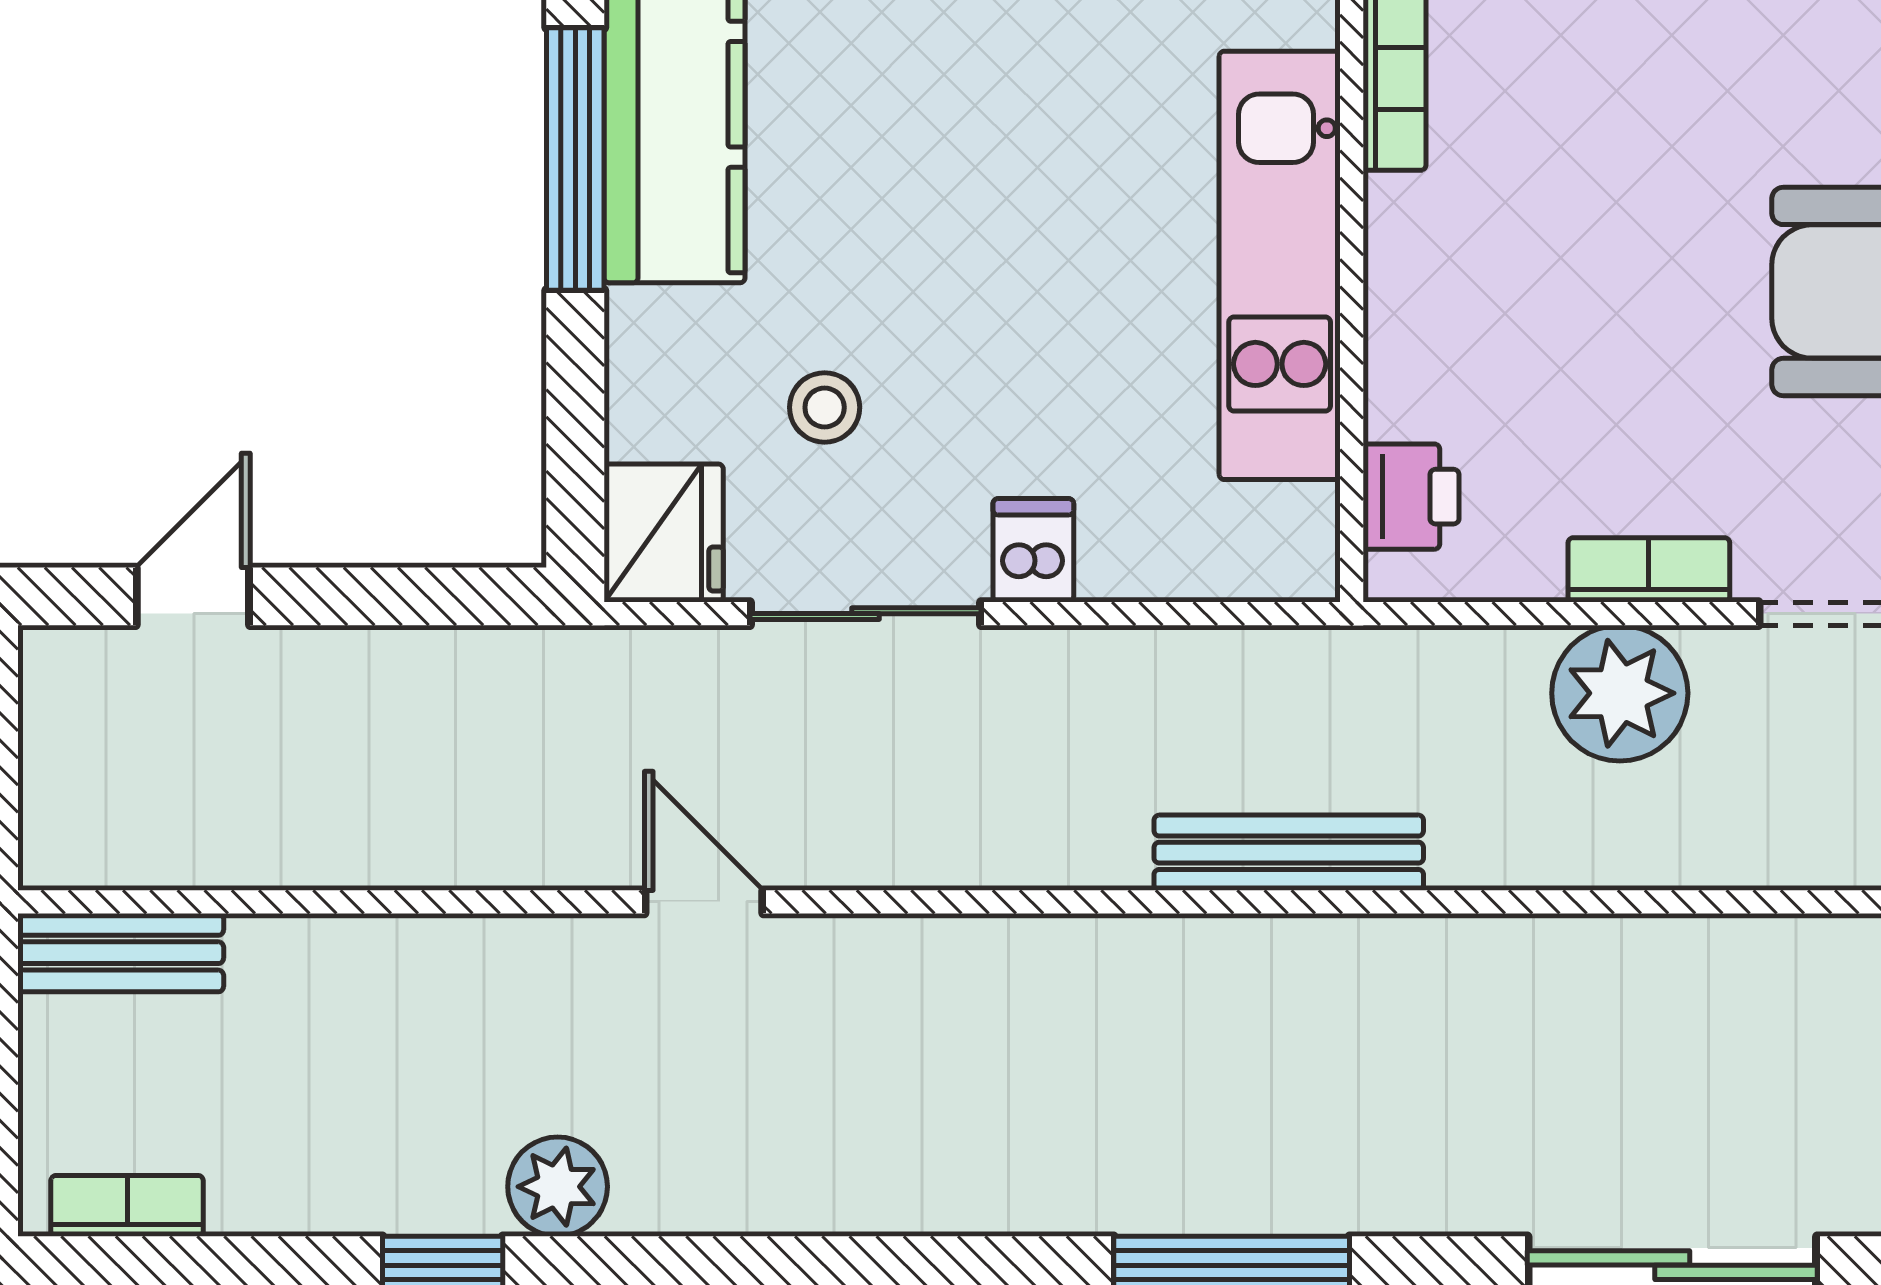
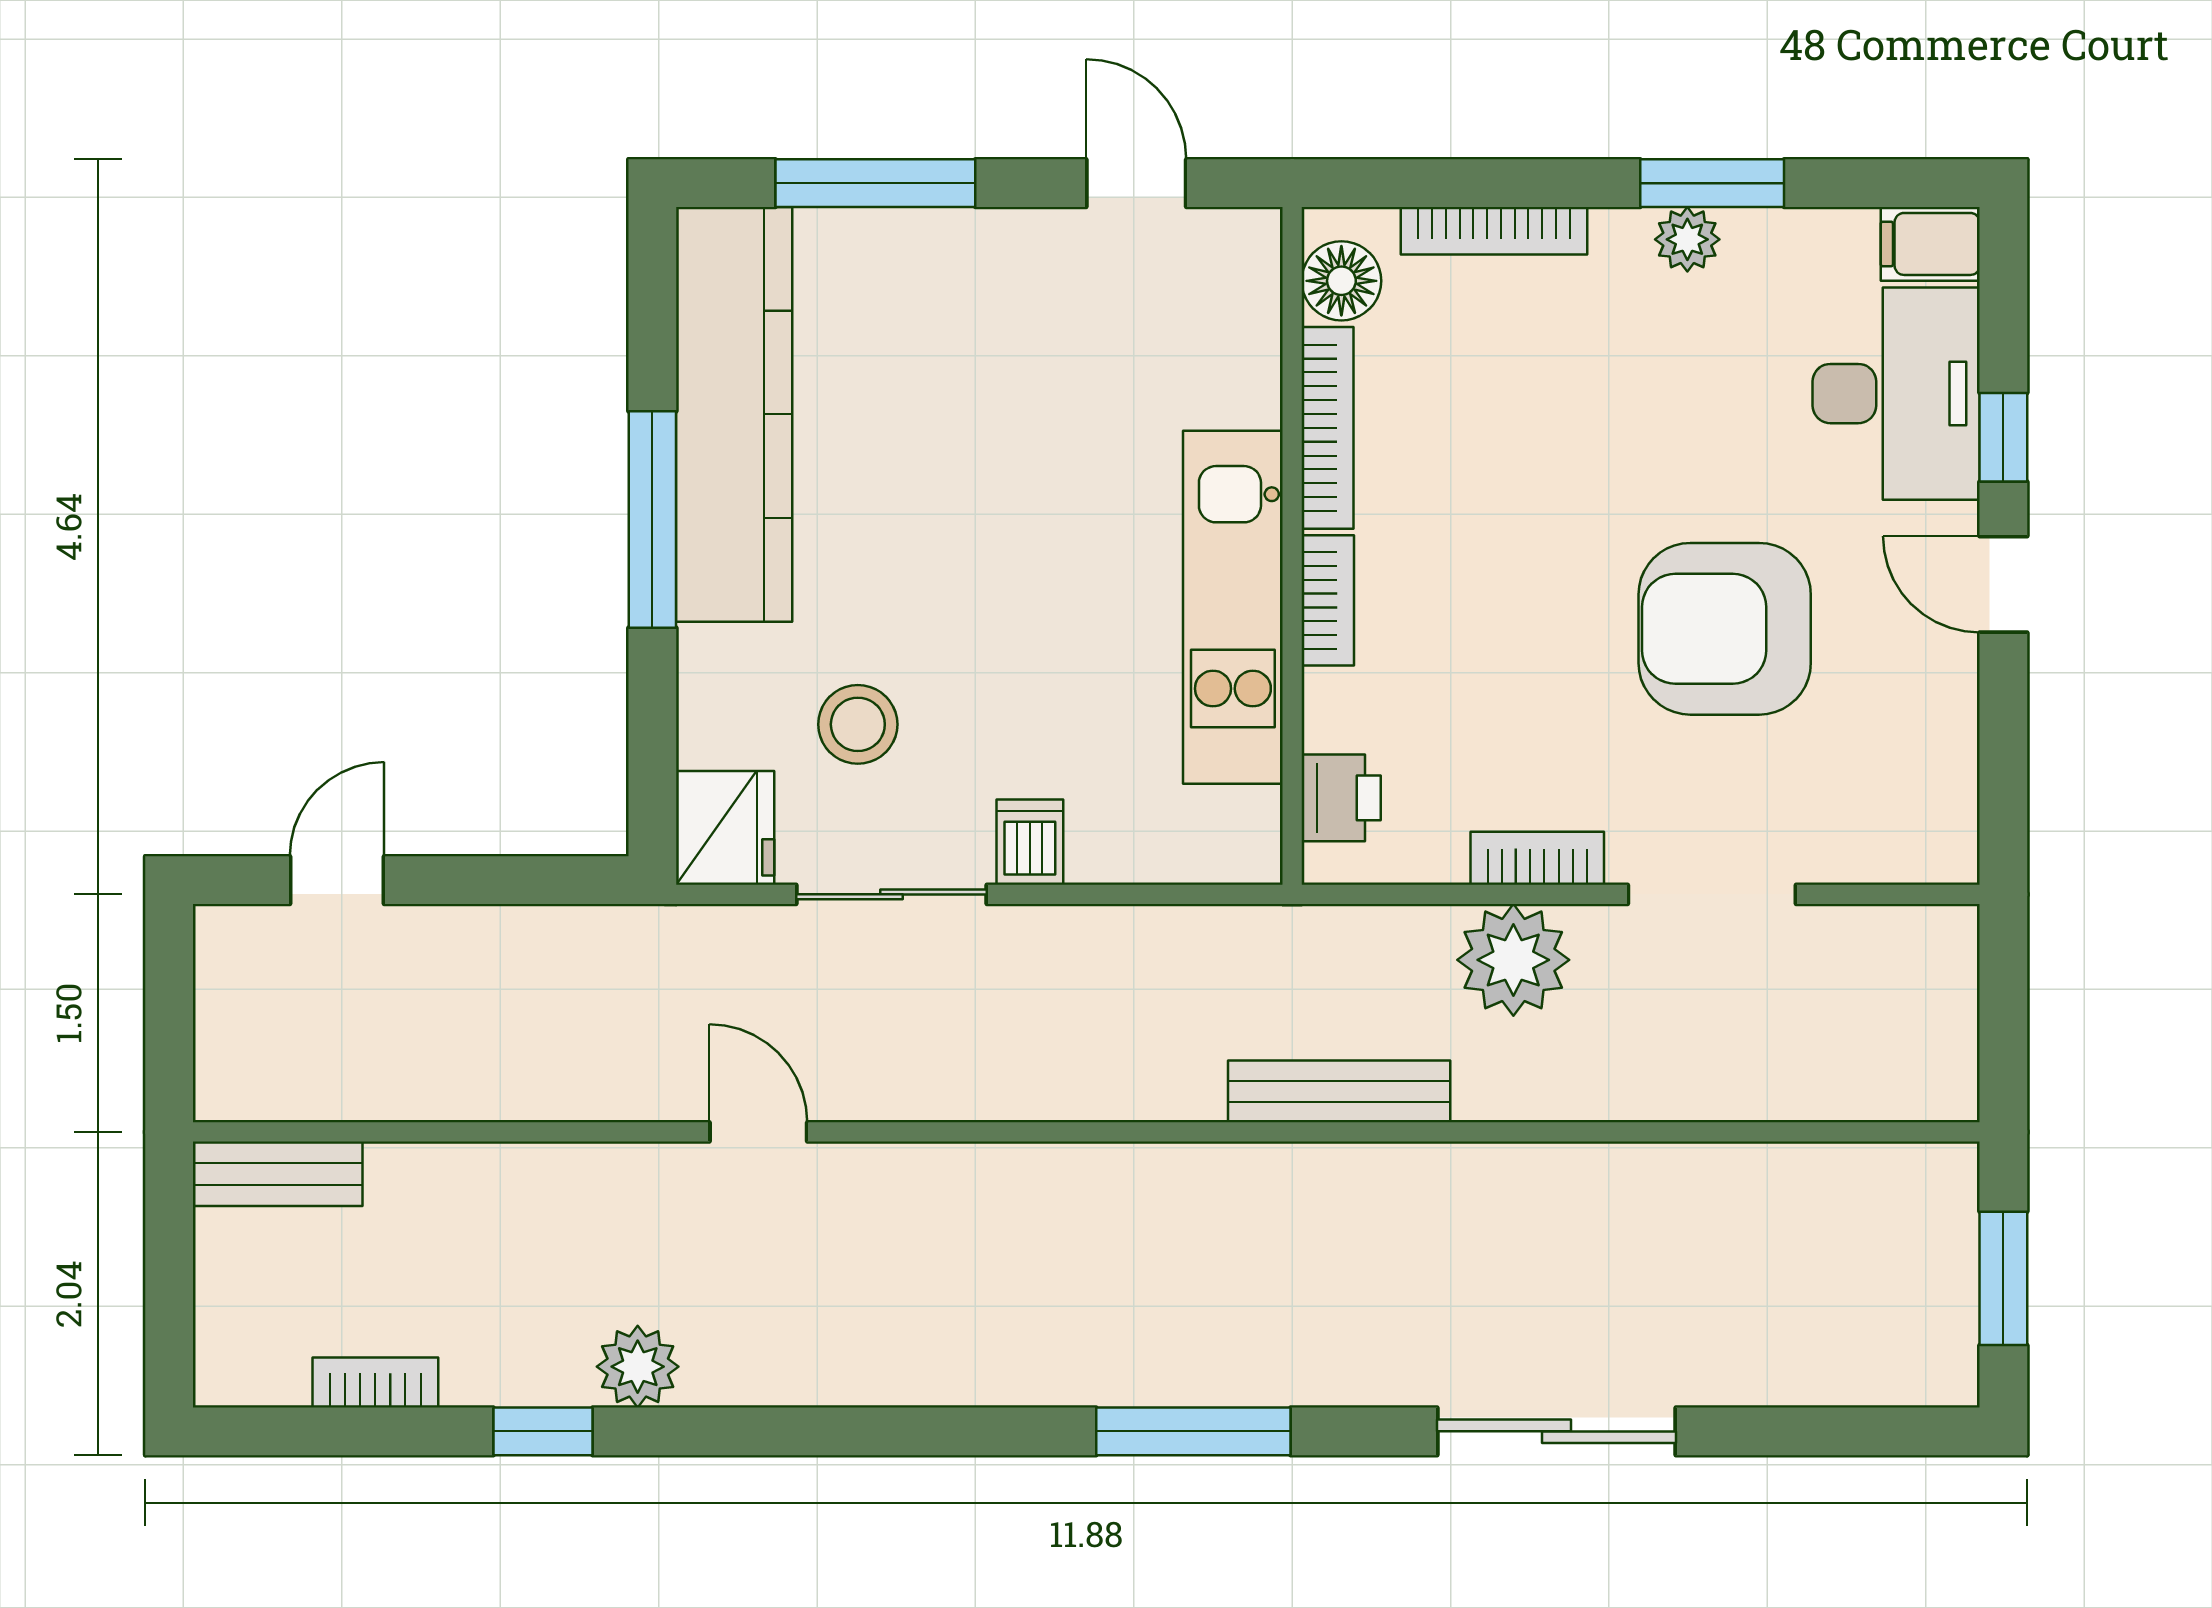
bookcase: (1395, 257) -> (1328, 600), added
stool: (825, 407) -> (858, 724), width x1.37, depth x1.37
bench: (1289, 853) -> (1339, 1091), moved
bookcase: (127, 1206) -> (375, 1382), moved

